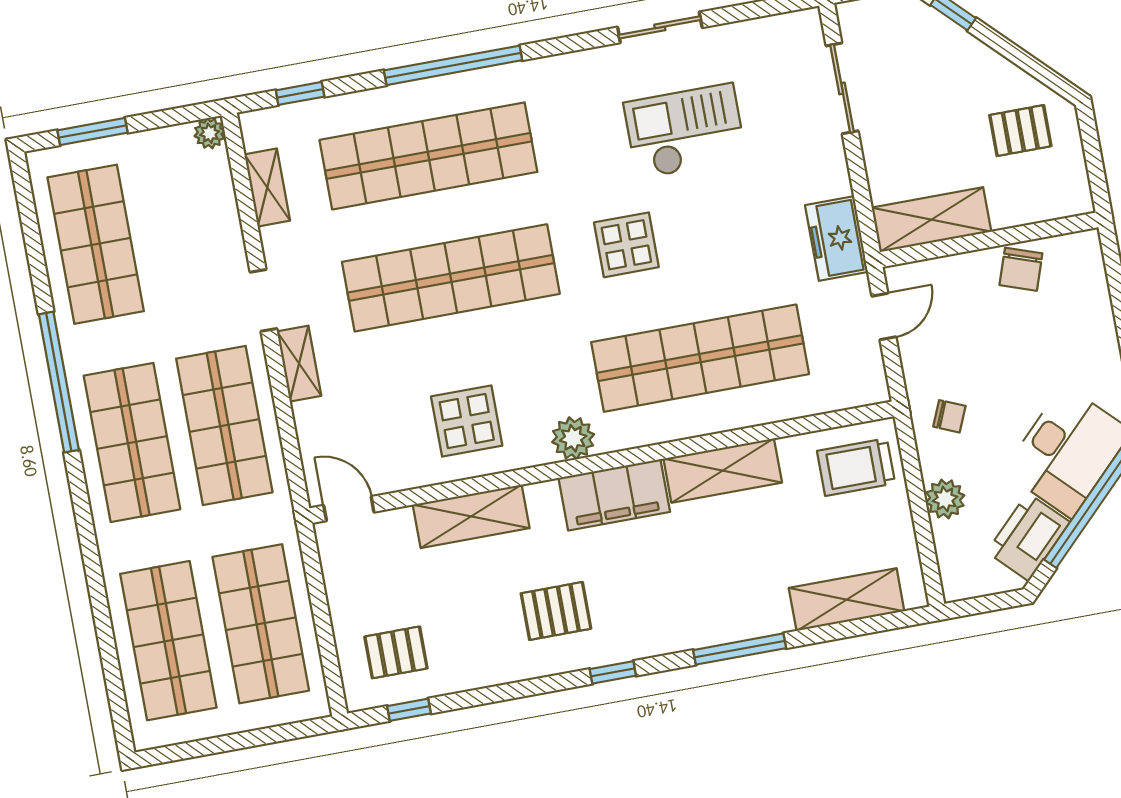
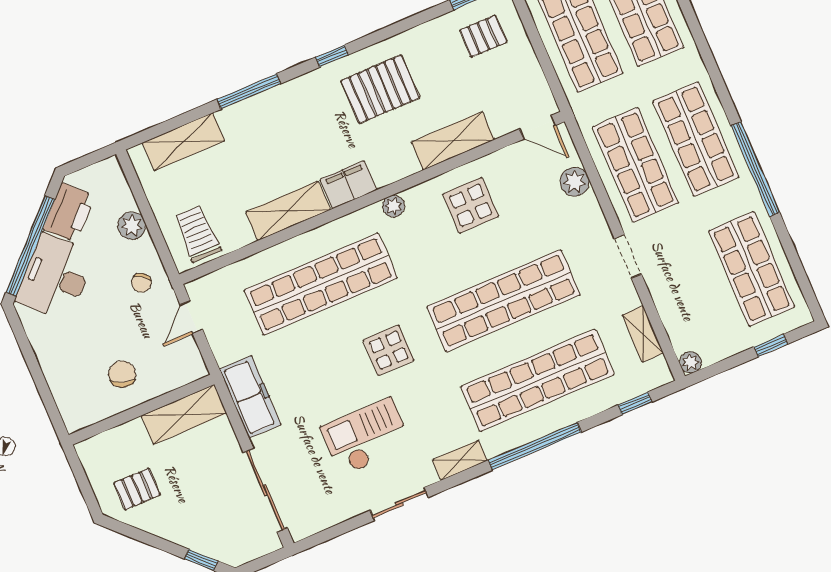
sliding door: (842, 88) -> (265, 490), width x1.37
checkout: (685, 131) -> (366, 437), turned 180
window: (92, 132) -> (771, 345), width x0.67
freezer: (837, 239) -> (250, 397), width x1.40
chair: (1021, 269) -> (122, 374), moved
door: (884, 316) -> (191, 317), moved
shelving: (299, 364) -> (460, 460), moved, turned 90
chair: (949, 416) -> (141, 283), turned -77
plant: (314, 421) -> (575, 182), added
plant: (573, 438) -> (394, 206), width x0.73, depth x0.73
trolley: (856, 467) -> (197, 234), turned -90
filing cabinet: (614, 495) -> (348, 185), width x0.67, depth x0.86
pallet: (556, 611) -> (380, 89), width x1.50, depth x1.42

